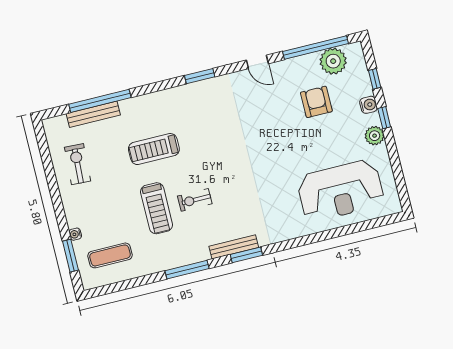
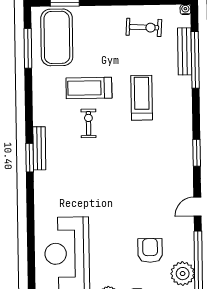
armchair: (316, 102) -> (150, 250), turned -90
water cooler: (75, 234) -> (185, 10), moved
exercise mat: (110, 255) -> (57, 37), width x2.00, depth x1.45
window: (187, 270) -> (28, 48), moved

